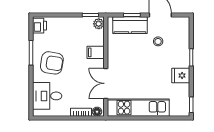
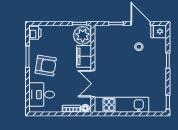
plant: (99, 24) -> (83, 35), width x1.87, depth x1.87
kitchen counter: (130, 25) -> (114, 32), removed
filing cabinet: (96, 52) -> (84, 56), width x2.00
fridge: (181, 76) -> (159, 31), moved

